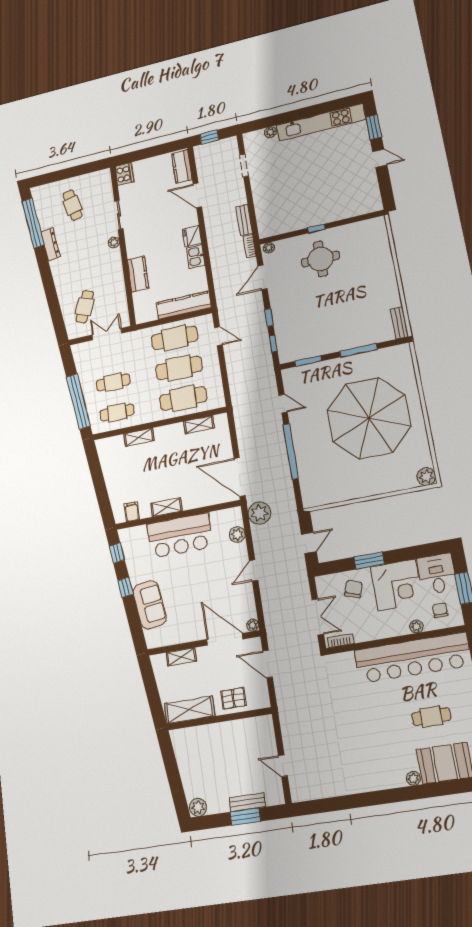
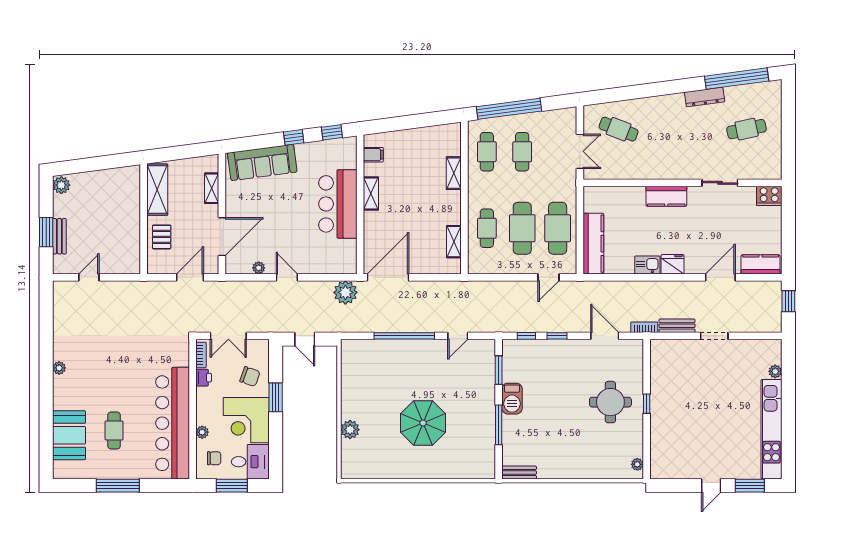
doorway: (244, 165) -> (714, 336), moved
plant: (114, 242) -> (688, 173), removed
plant: (269, 248) -> (637, 464), moved
kitchen counter: (138, 274) -> (666, 196), moved
barbecue: (332, 344) -> (512, 399), added
cafe table: (183, 398) -> (487, 228), width x0.73, depth x0.74
parasol: (369, 418) -> (423, 423), width x0.54, depth x0.54
plant: (426, 477) -> (350, 430), moved
plant: (237, 534) -> (327, 266), removed
sofa: (150, 605) -> (262, 162), width x1.36
plant: (253, 625) -> (259, 268), moved
printer: (362, 634) -> (204, 378), added
plant: (413, 778) -> (59, 368), moved

